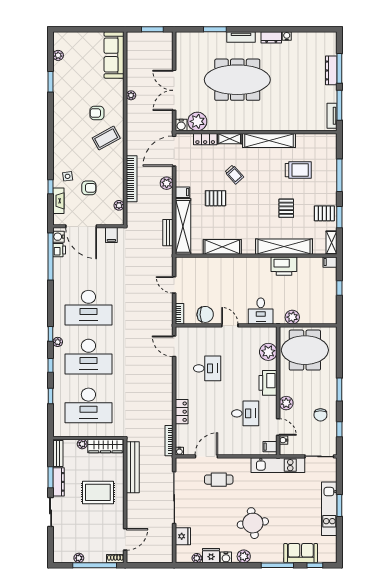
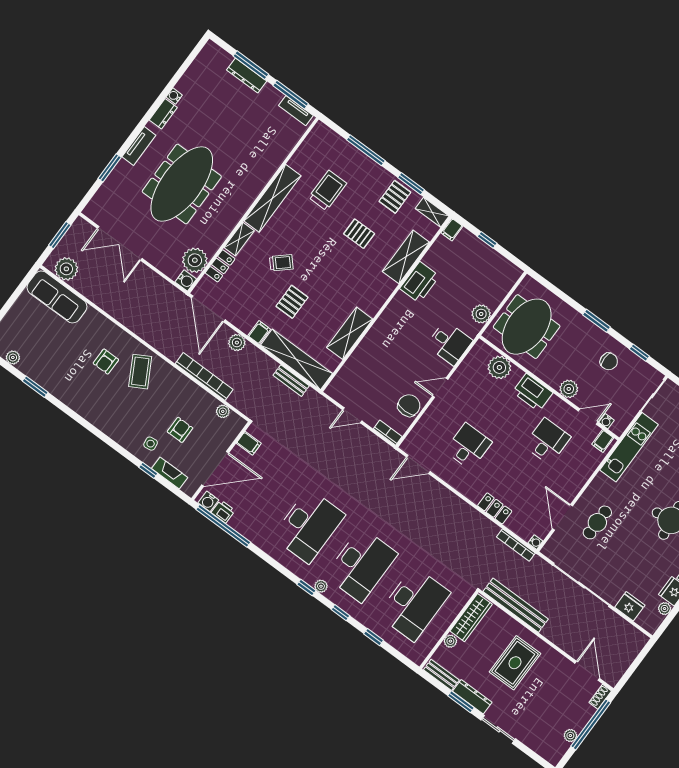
double door: (174, 90) -> (120, 243), moved
plant: (131, 95) -> (66, 269), moved, width x1.87, depth x1.87
shelving: (284, 247) -> (406, 257), width x0.68

